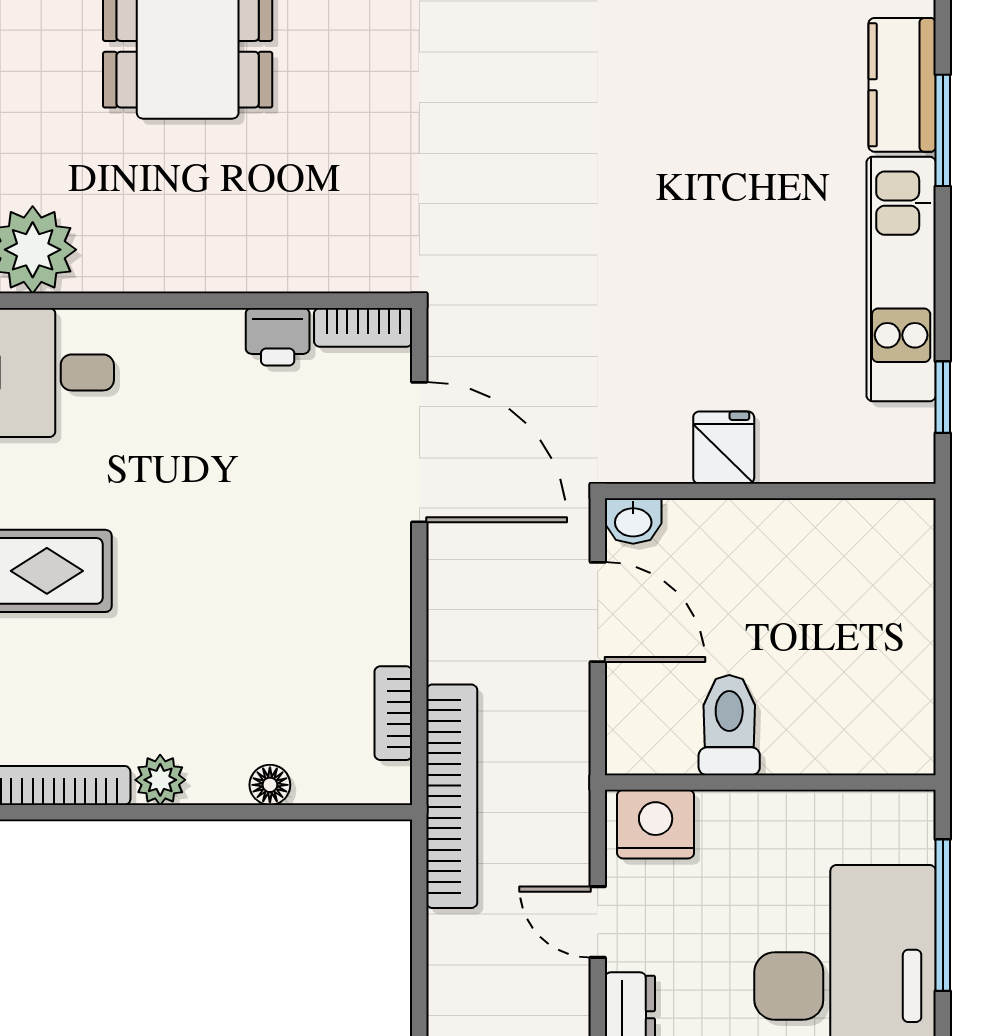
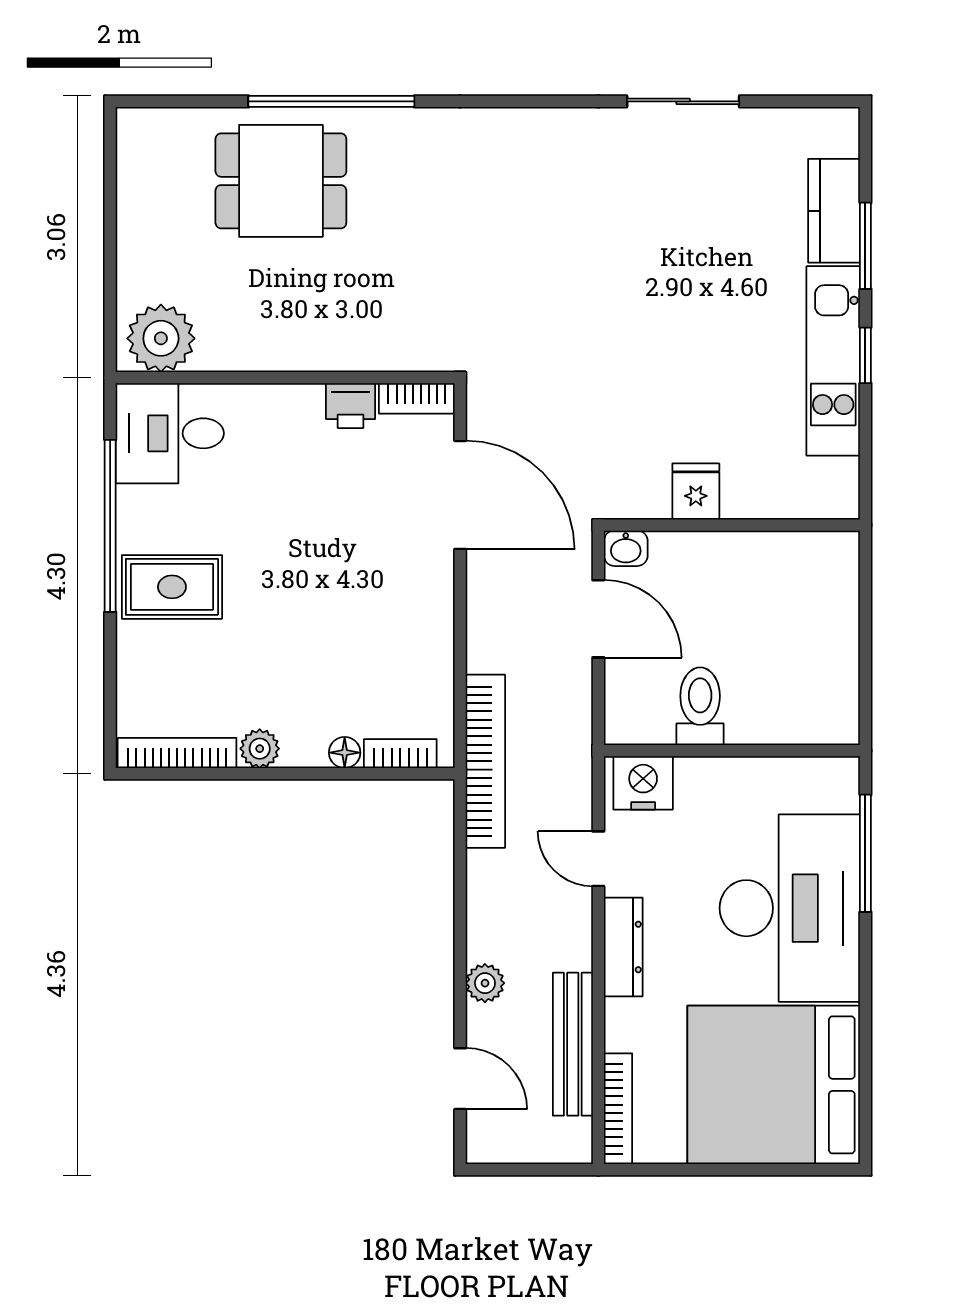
window: (943, 397) -> (865, 355), moved
bookcase: (393, 713) -> (400, 754), moved, turned 90

